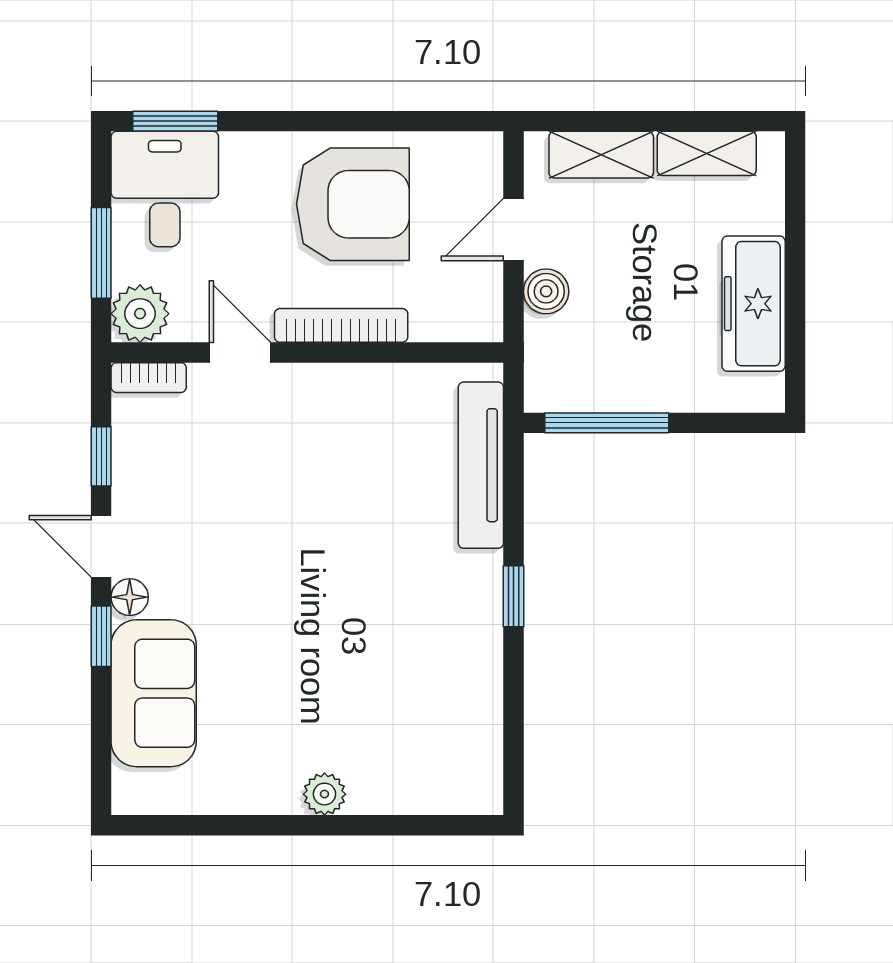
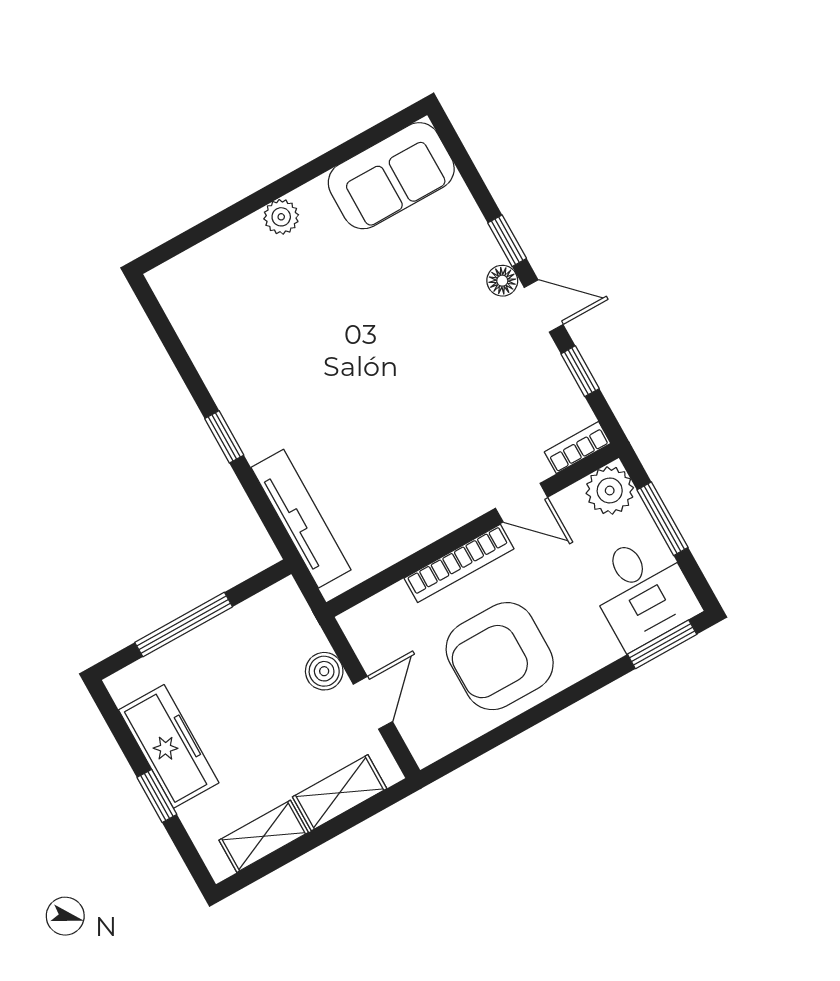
window: (795, 259) -> (157, 796), added
window: (607, 423) -> (184, 625), moved
sofa: (154, 693) -> (391, 176), moved, turned -90

